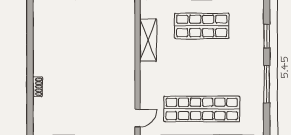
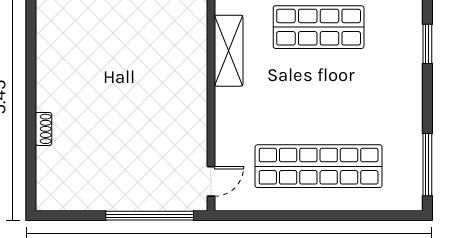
window: (267, 84) -> (427, 165), moved

